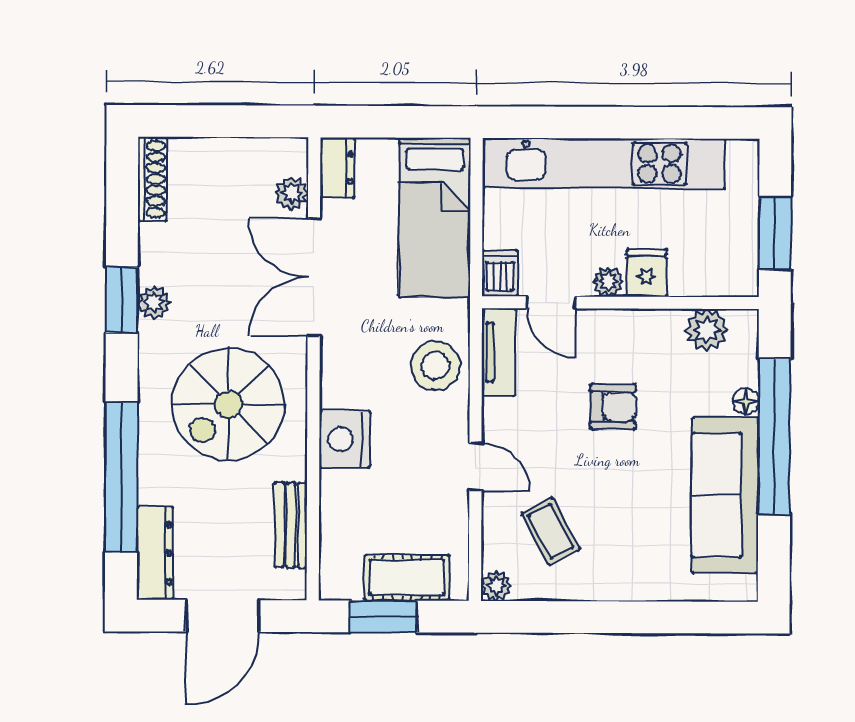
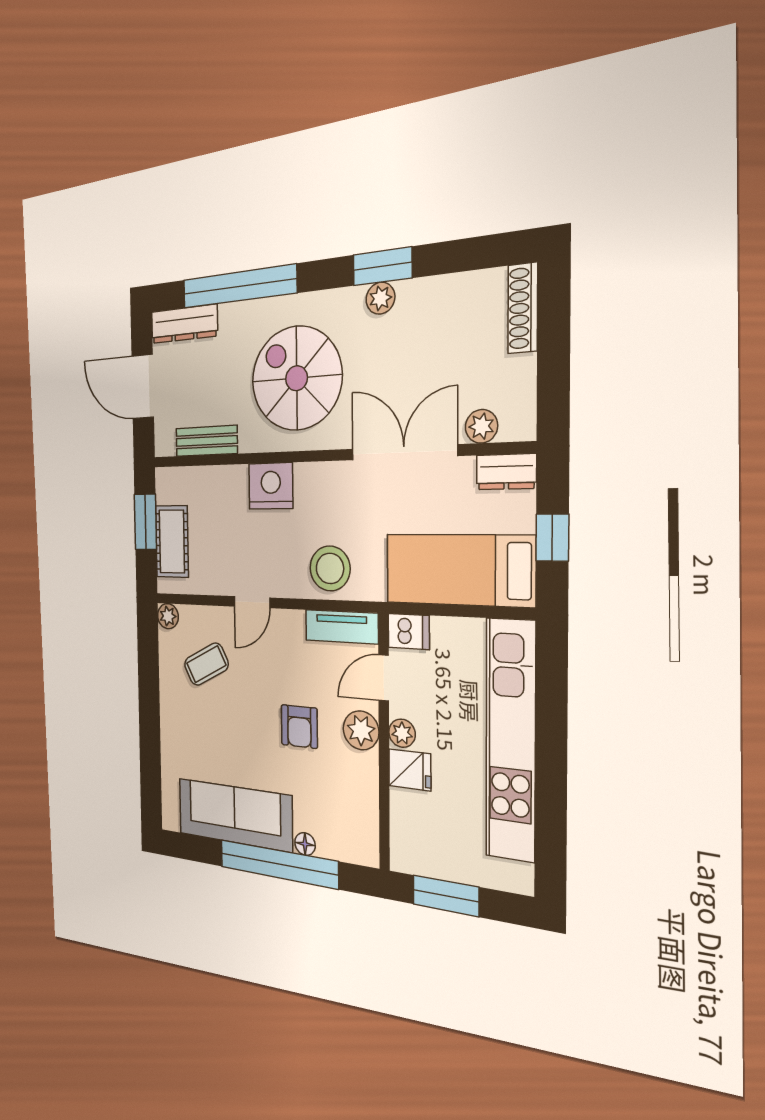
window: (402, 122) -> (552, 538), added
shoe rack: (152, 179) -> (523, 308), moved, turned 90
plant: (707, 330) -> (361, 730), moved

